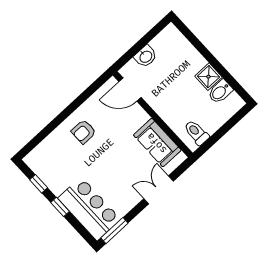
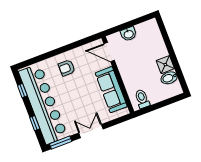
sofa: (157, 143) -> (111, 90), width x1.36
double door: (159, 190) -> (91, 131), moved
window: (60, 207) -> (35, 123), moved
bar counter: (89, 209) -> (43, 104), width x1.86

